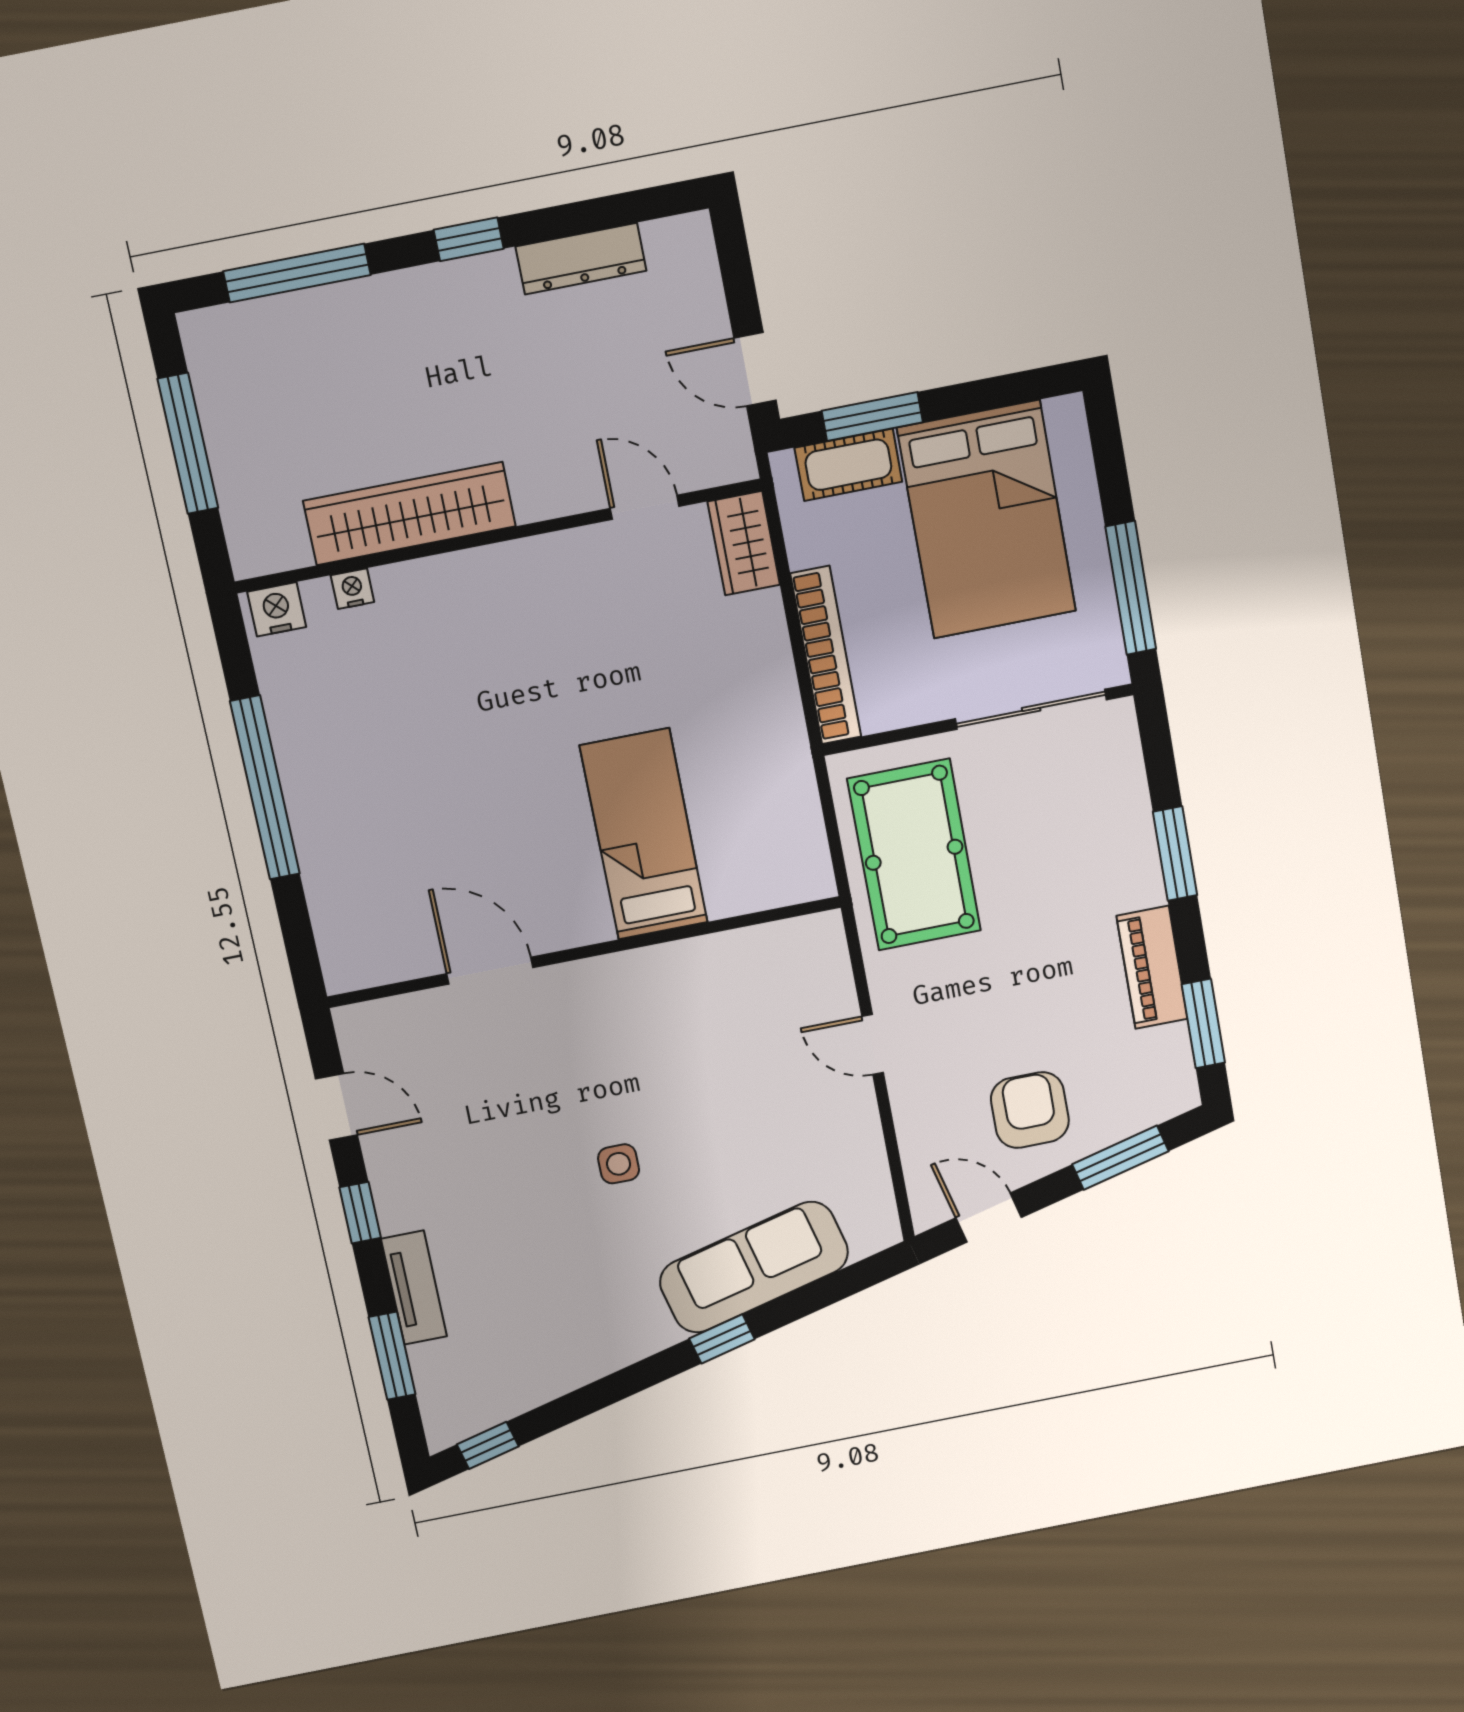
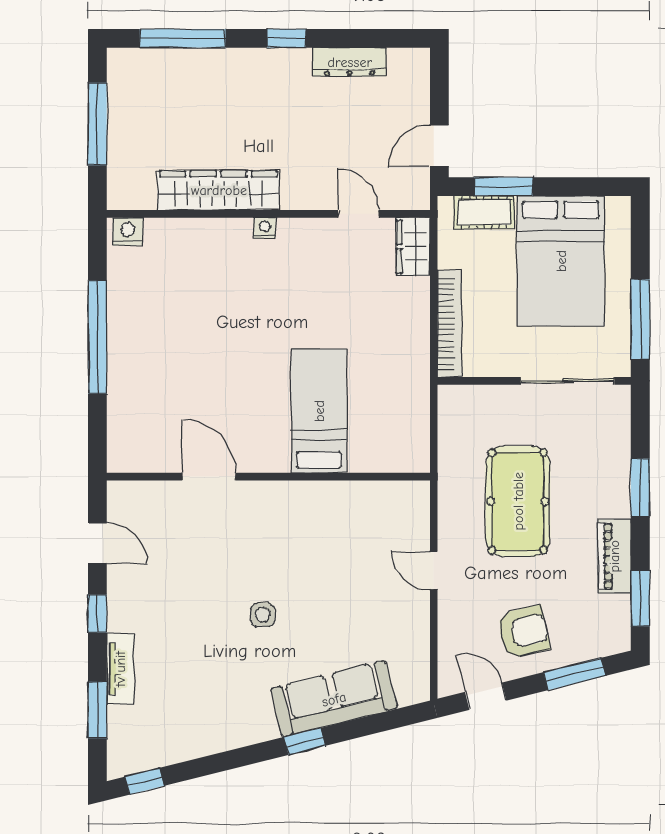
door: (755, 369) -> (439, 146), hinge flipped
nightstand: (352, 589) -> (265, 228), moved
pool table: (914, 855) -> (518, 501), moved
armchair: (1030, 1110) -> (523, 632), turned 77

